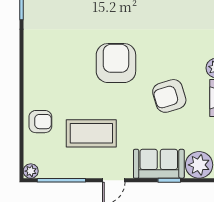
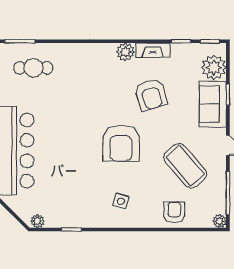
side table: (52, 63) -> (121, 201), added
armchair: (116, 63) -> (121, 143), turned -90
coffee table: (91, 133) -> (185, 166), turned -41

